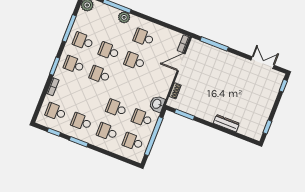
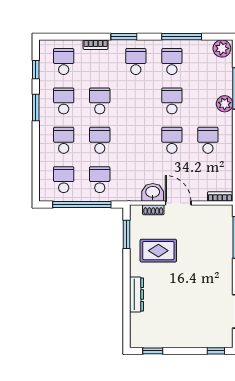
door: (181, 62) -> (178, 203), moved
school desk: (100, 75) -> (100, 101), moved
rug: (203, 98) -> (158, 251), added
washbasin: (157, 104) -> (153, 192), moved

